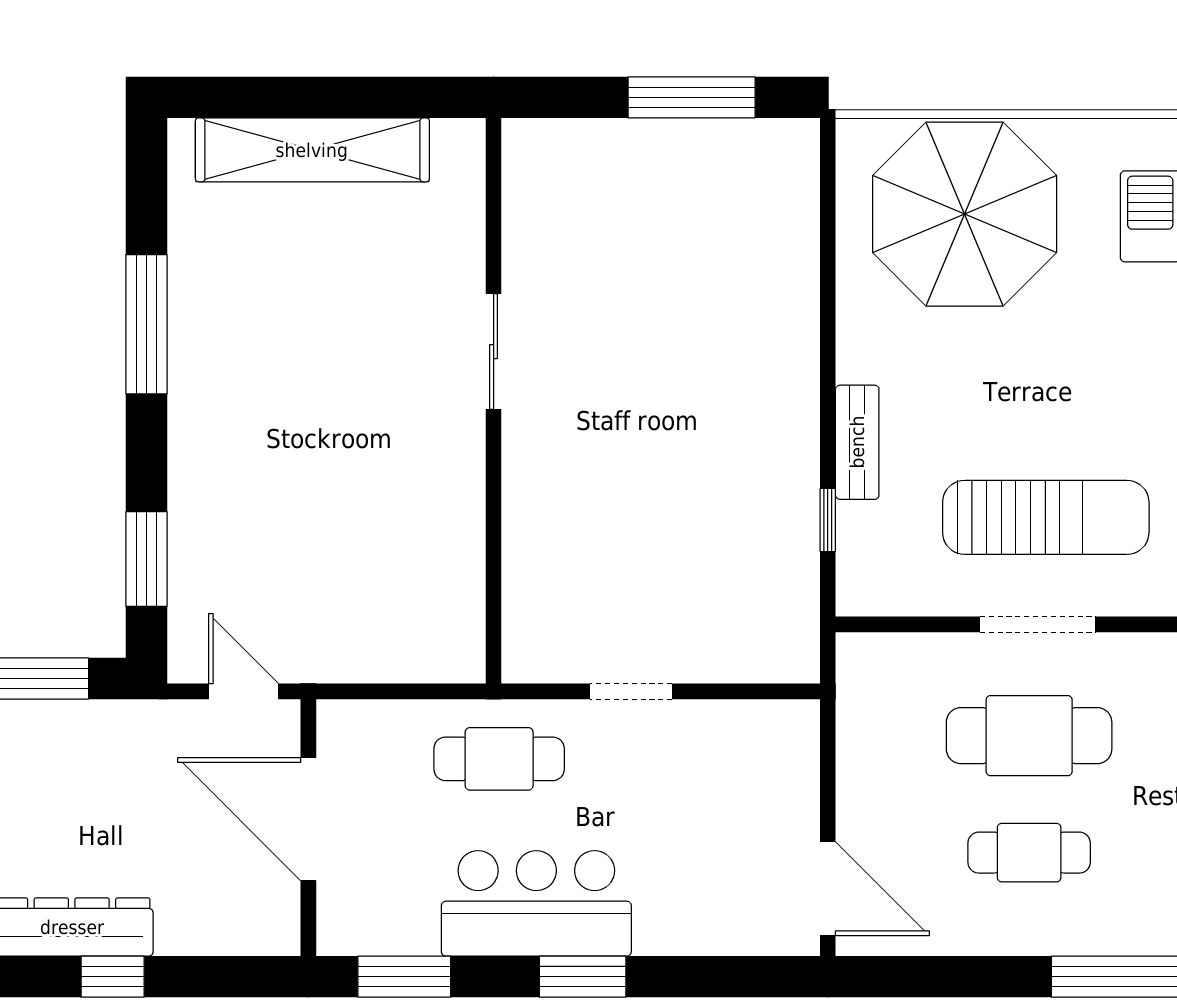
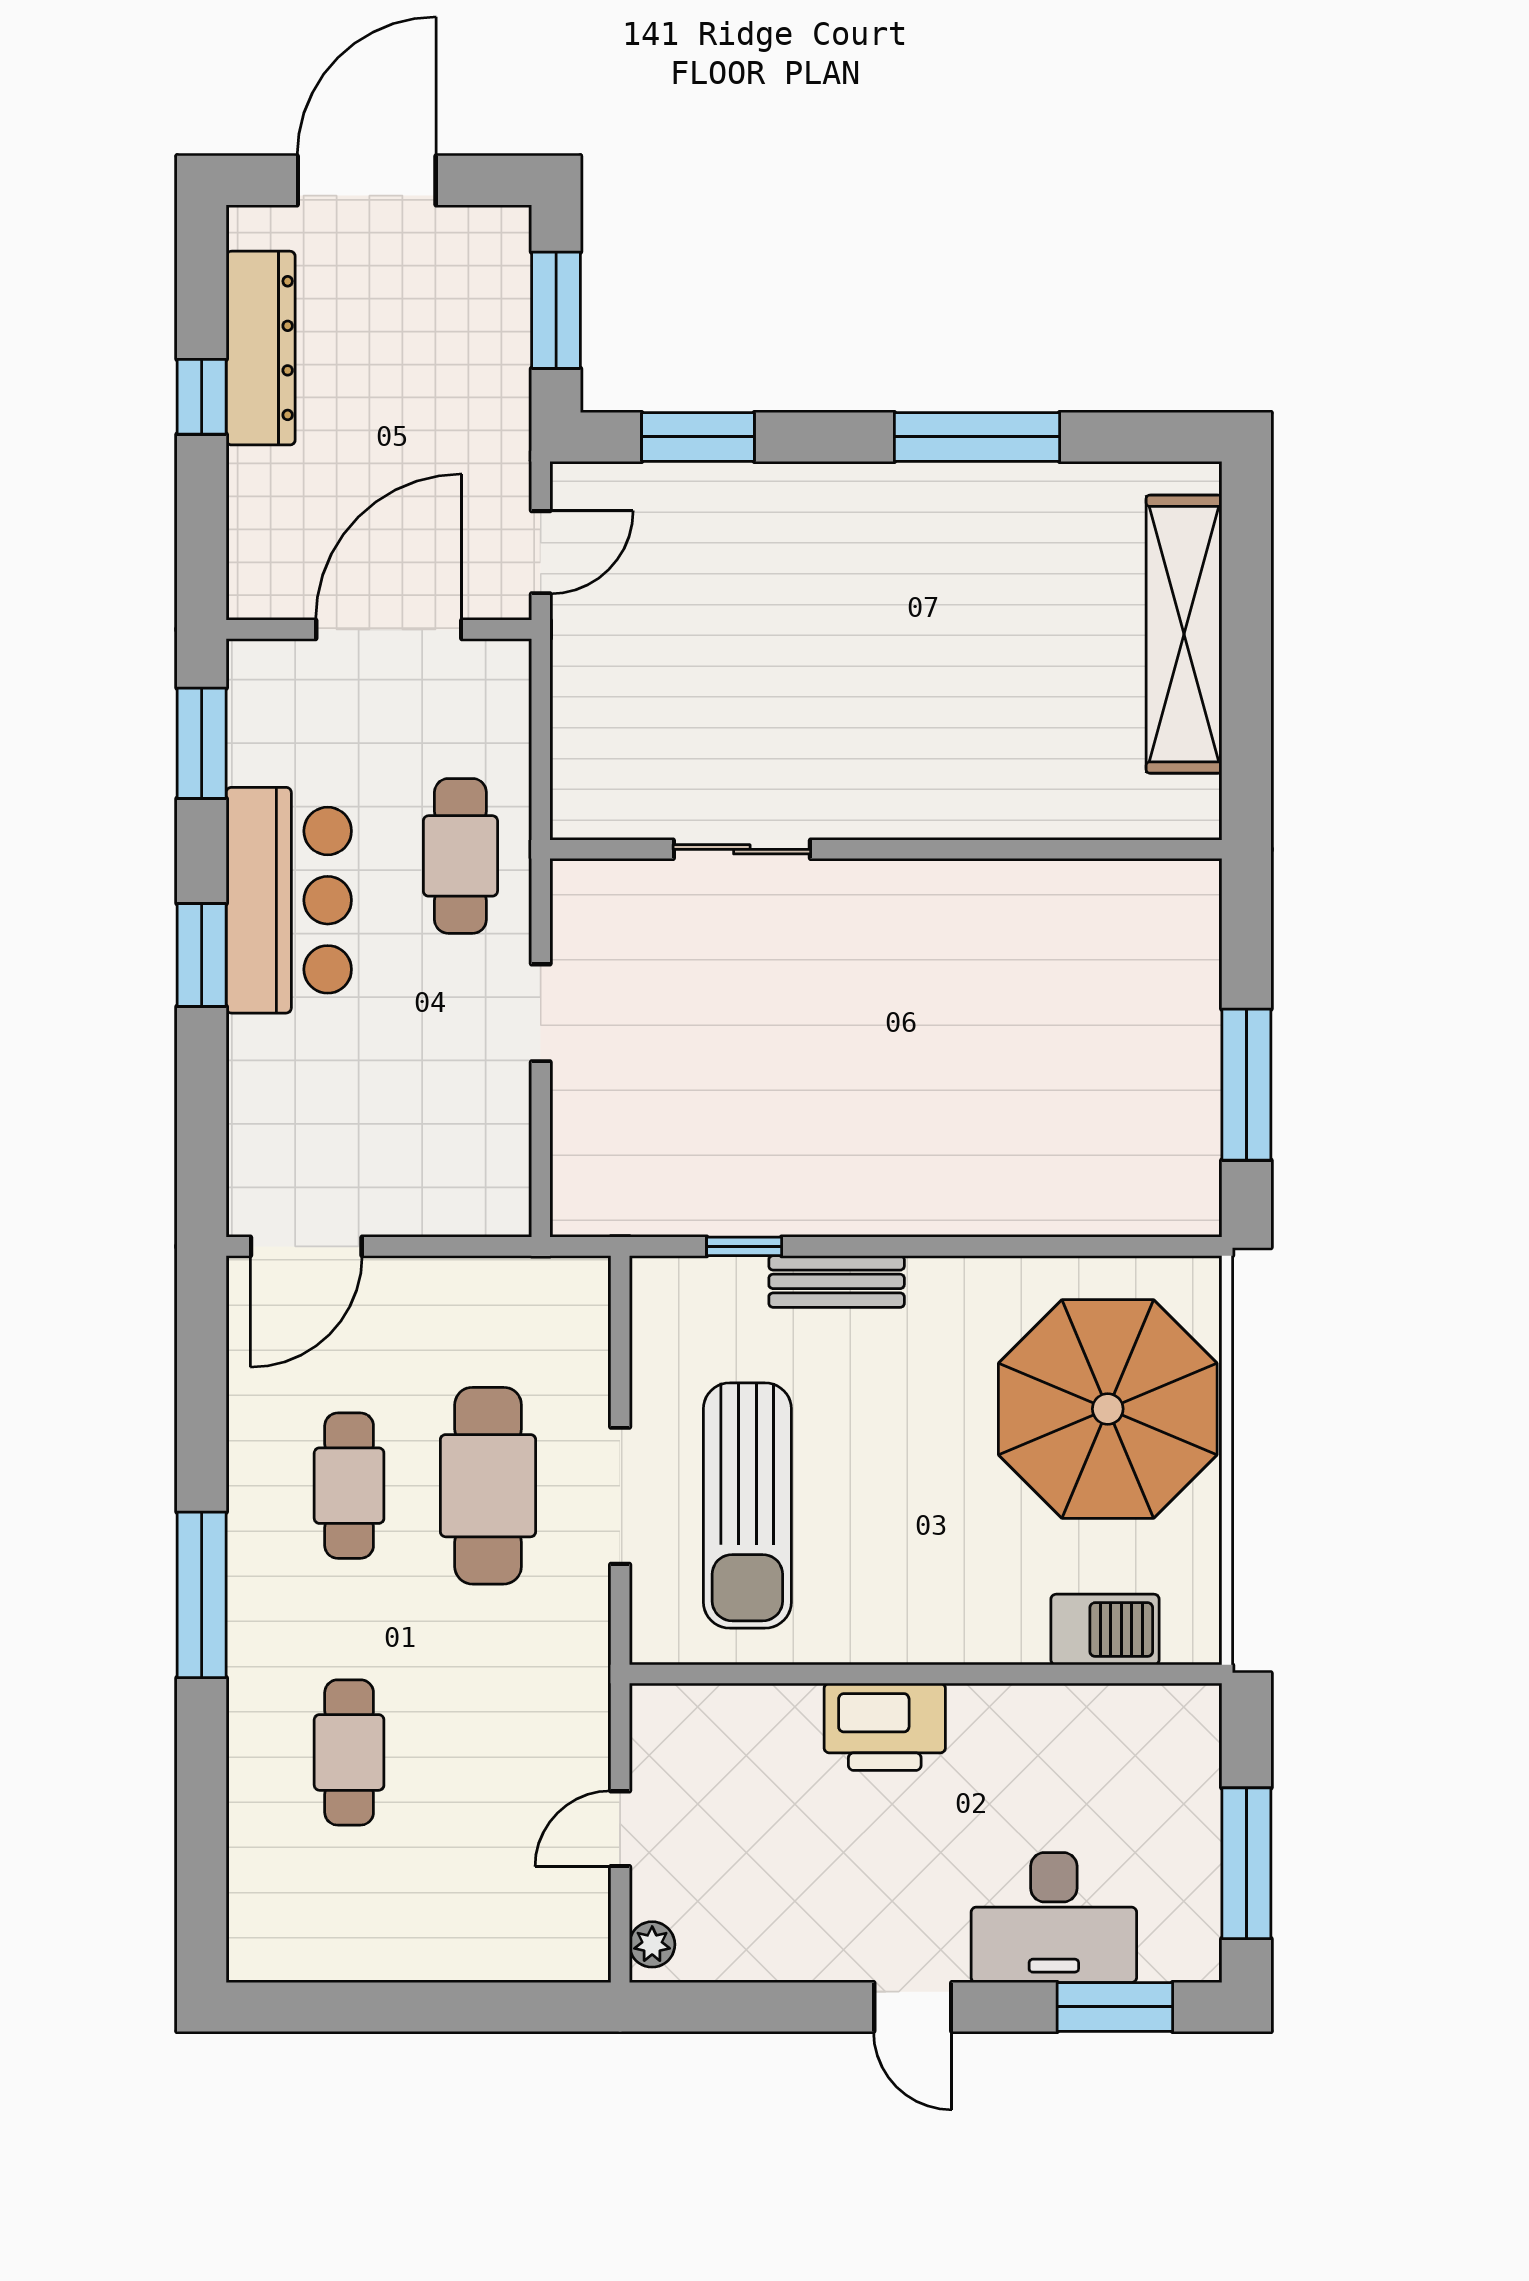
sliding door: (494, 352) -> (742, 849), moved

